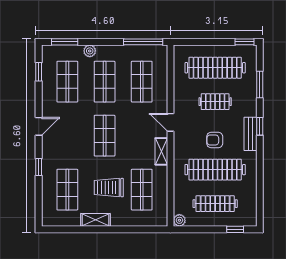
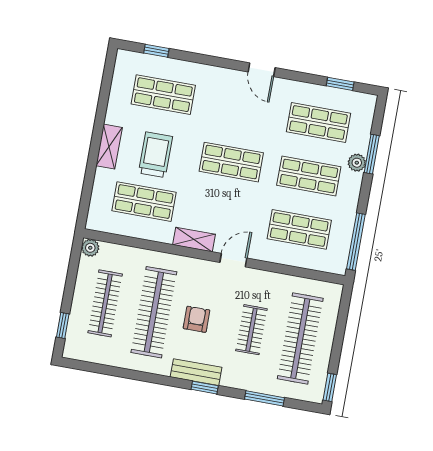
window: (65, 42) -> (372, 154), moved
window: (39, 167) -> (156, 51), moved
shelving: (95, 220) -> (109, 147), moved

